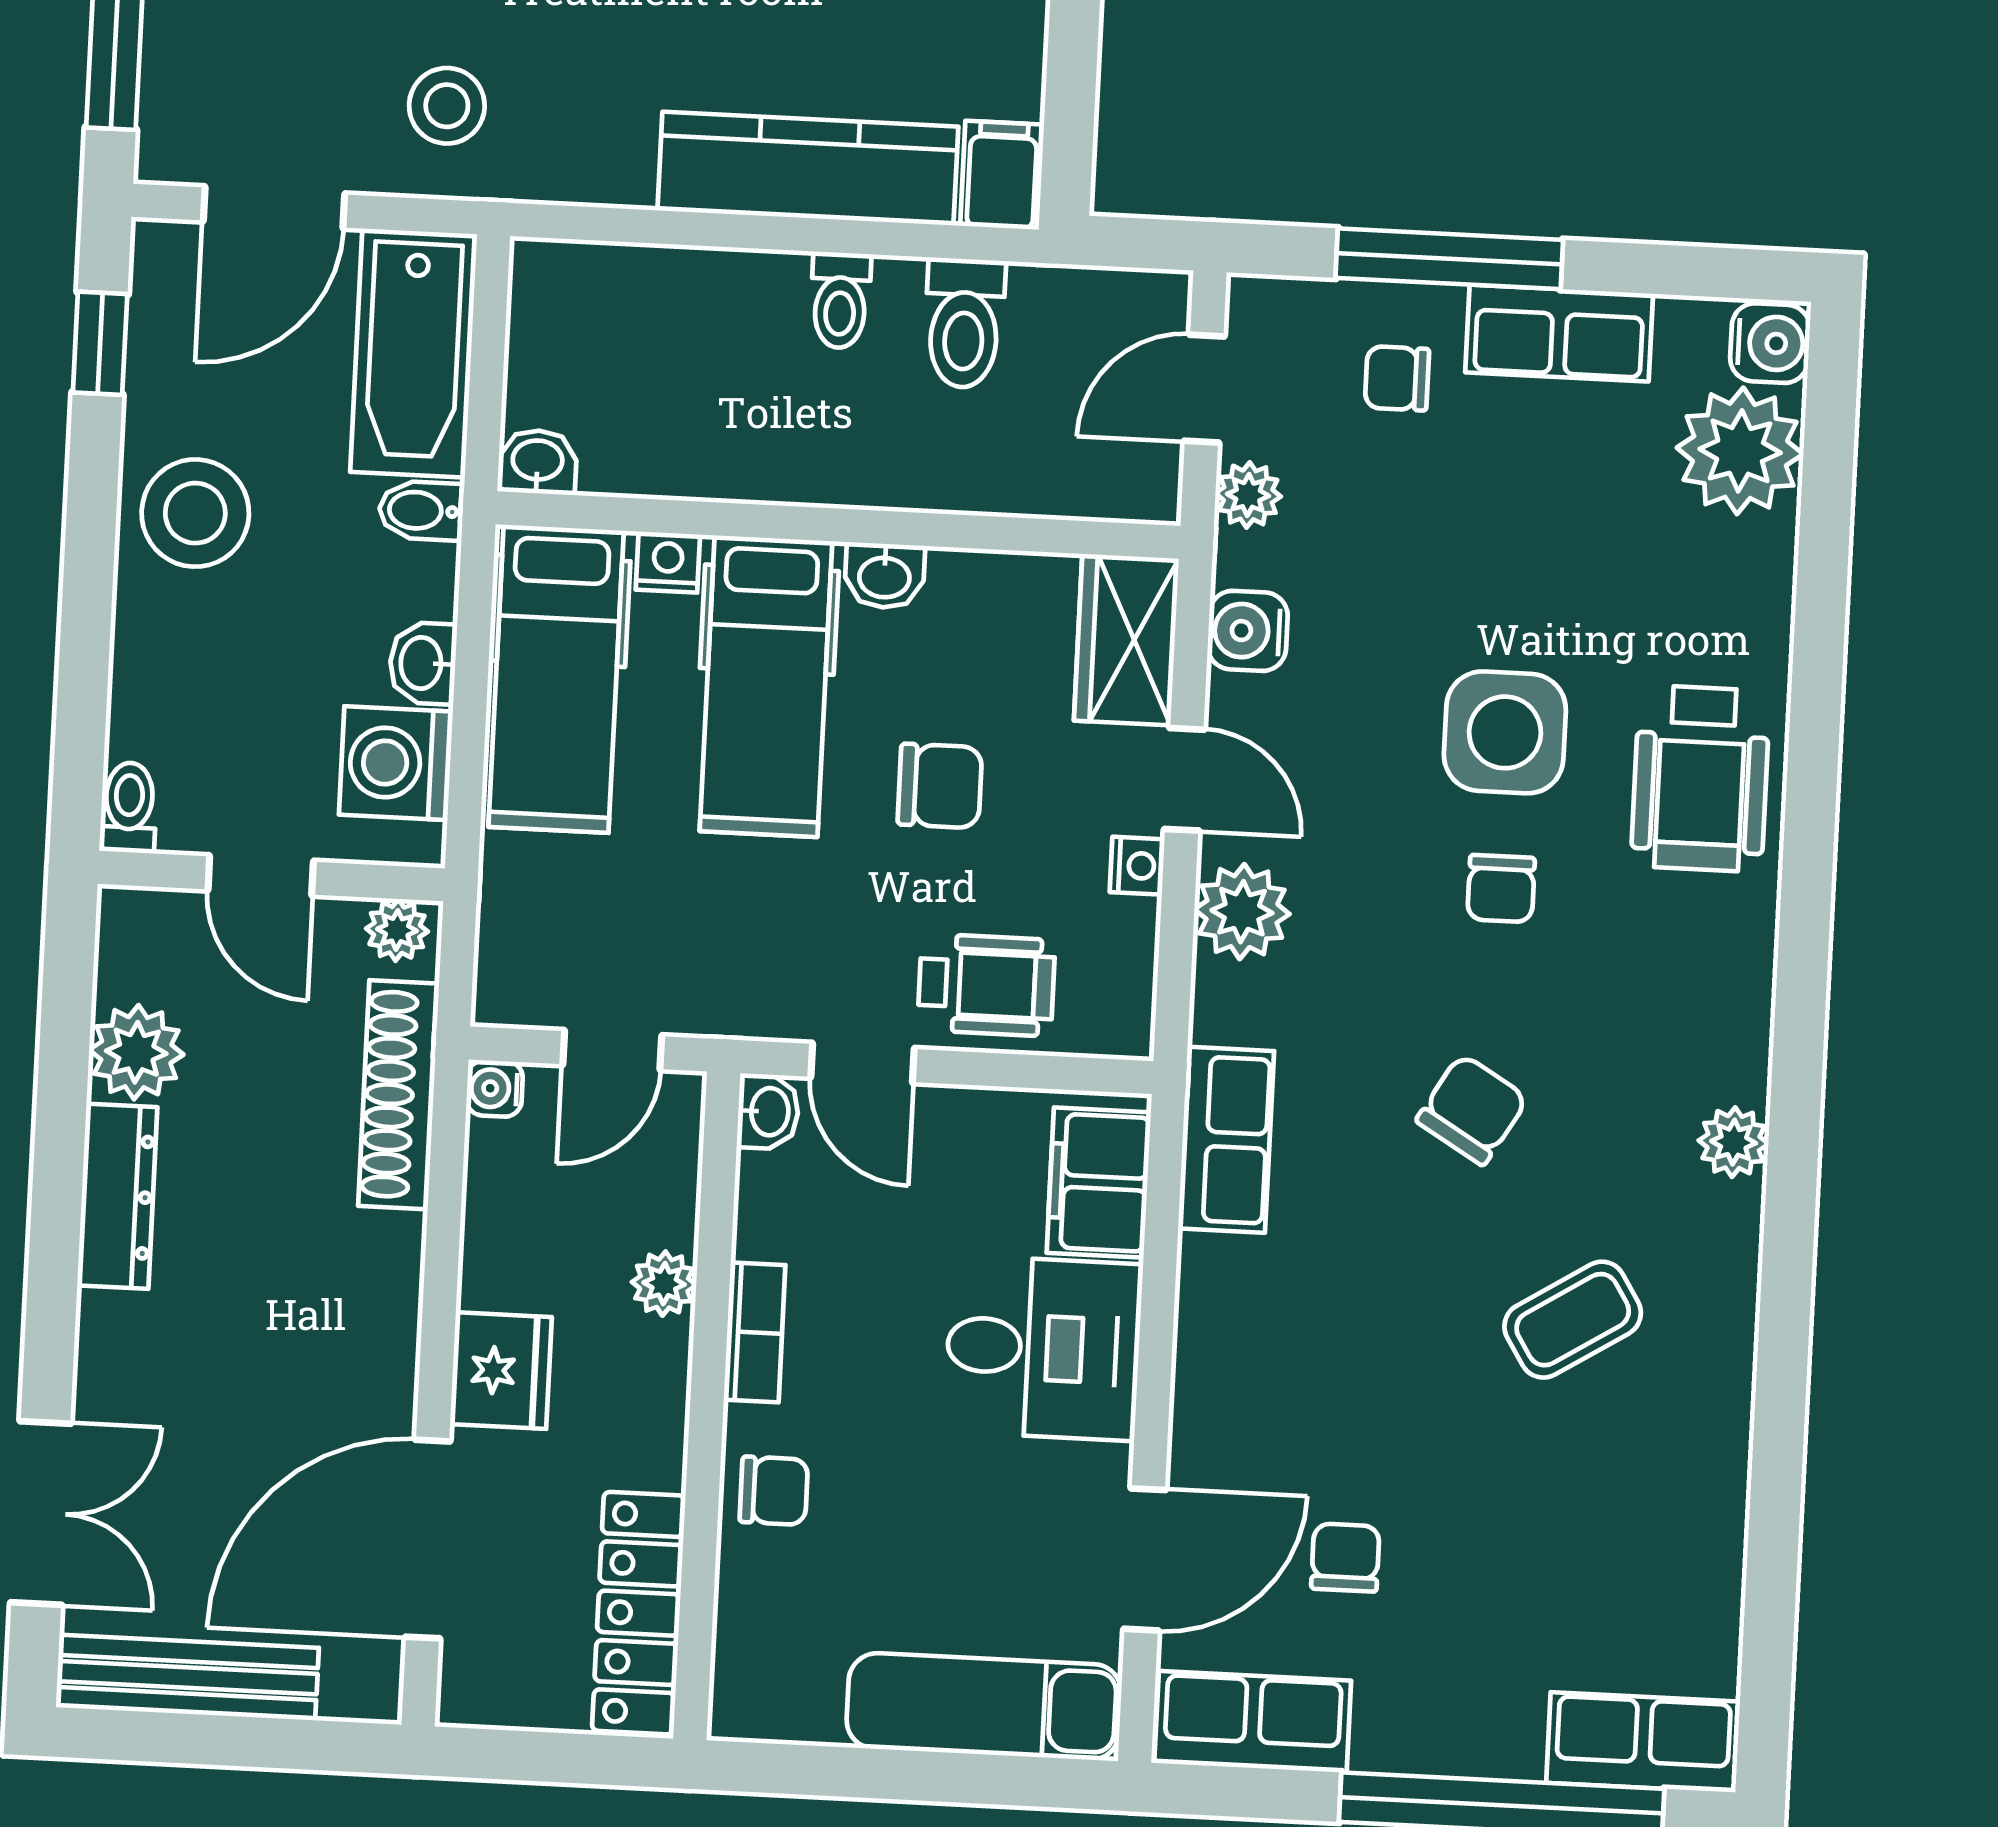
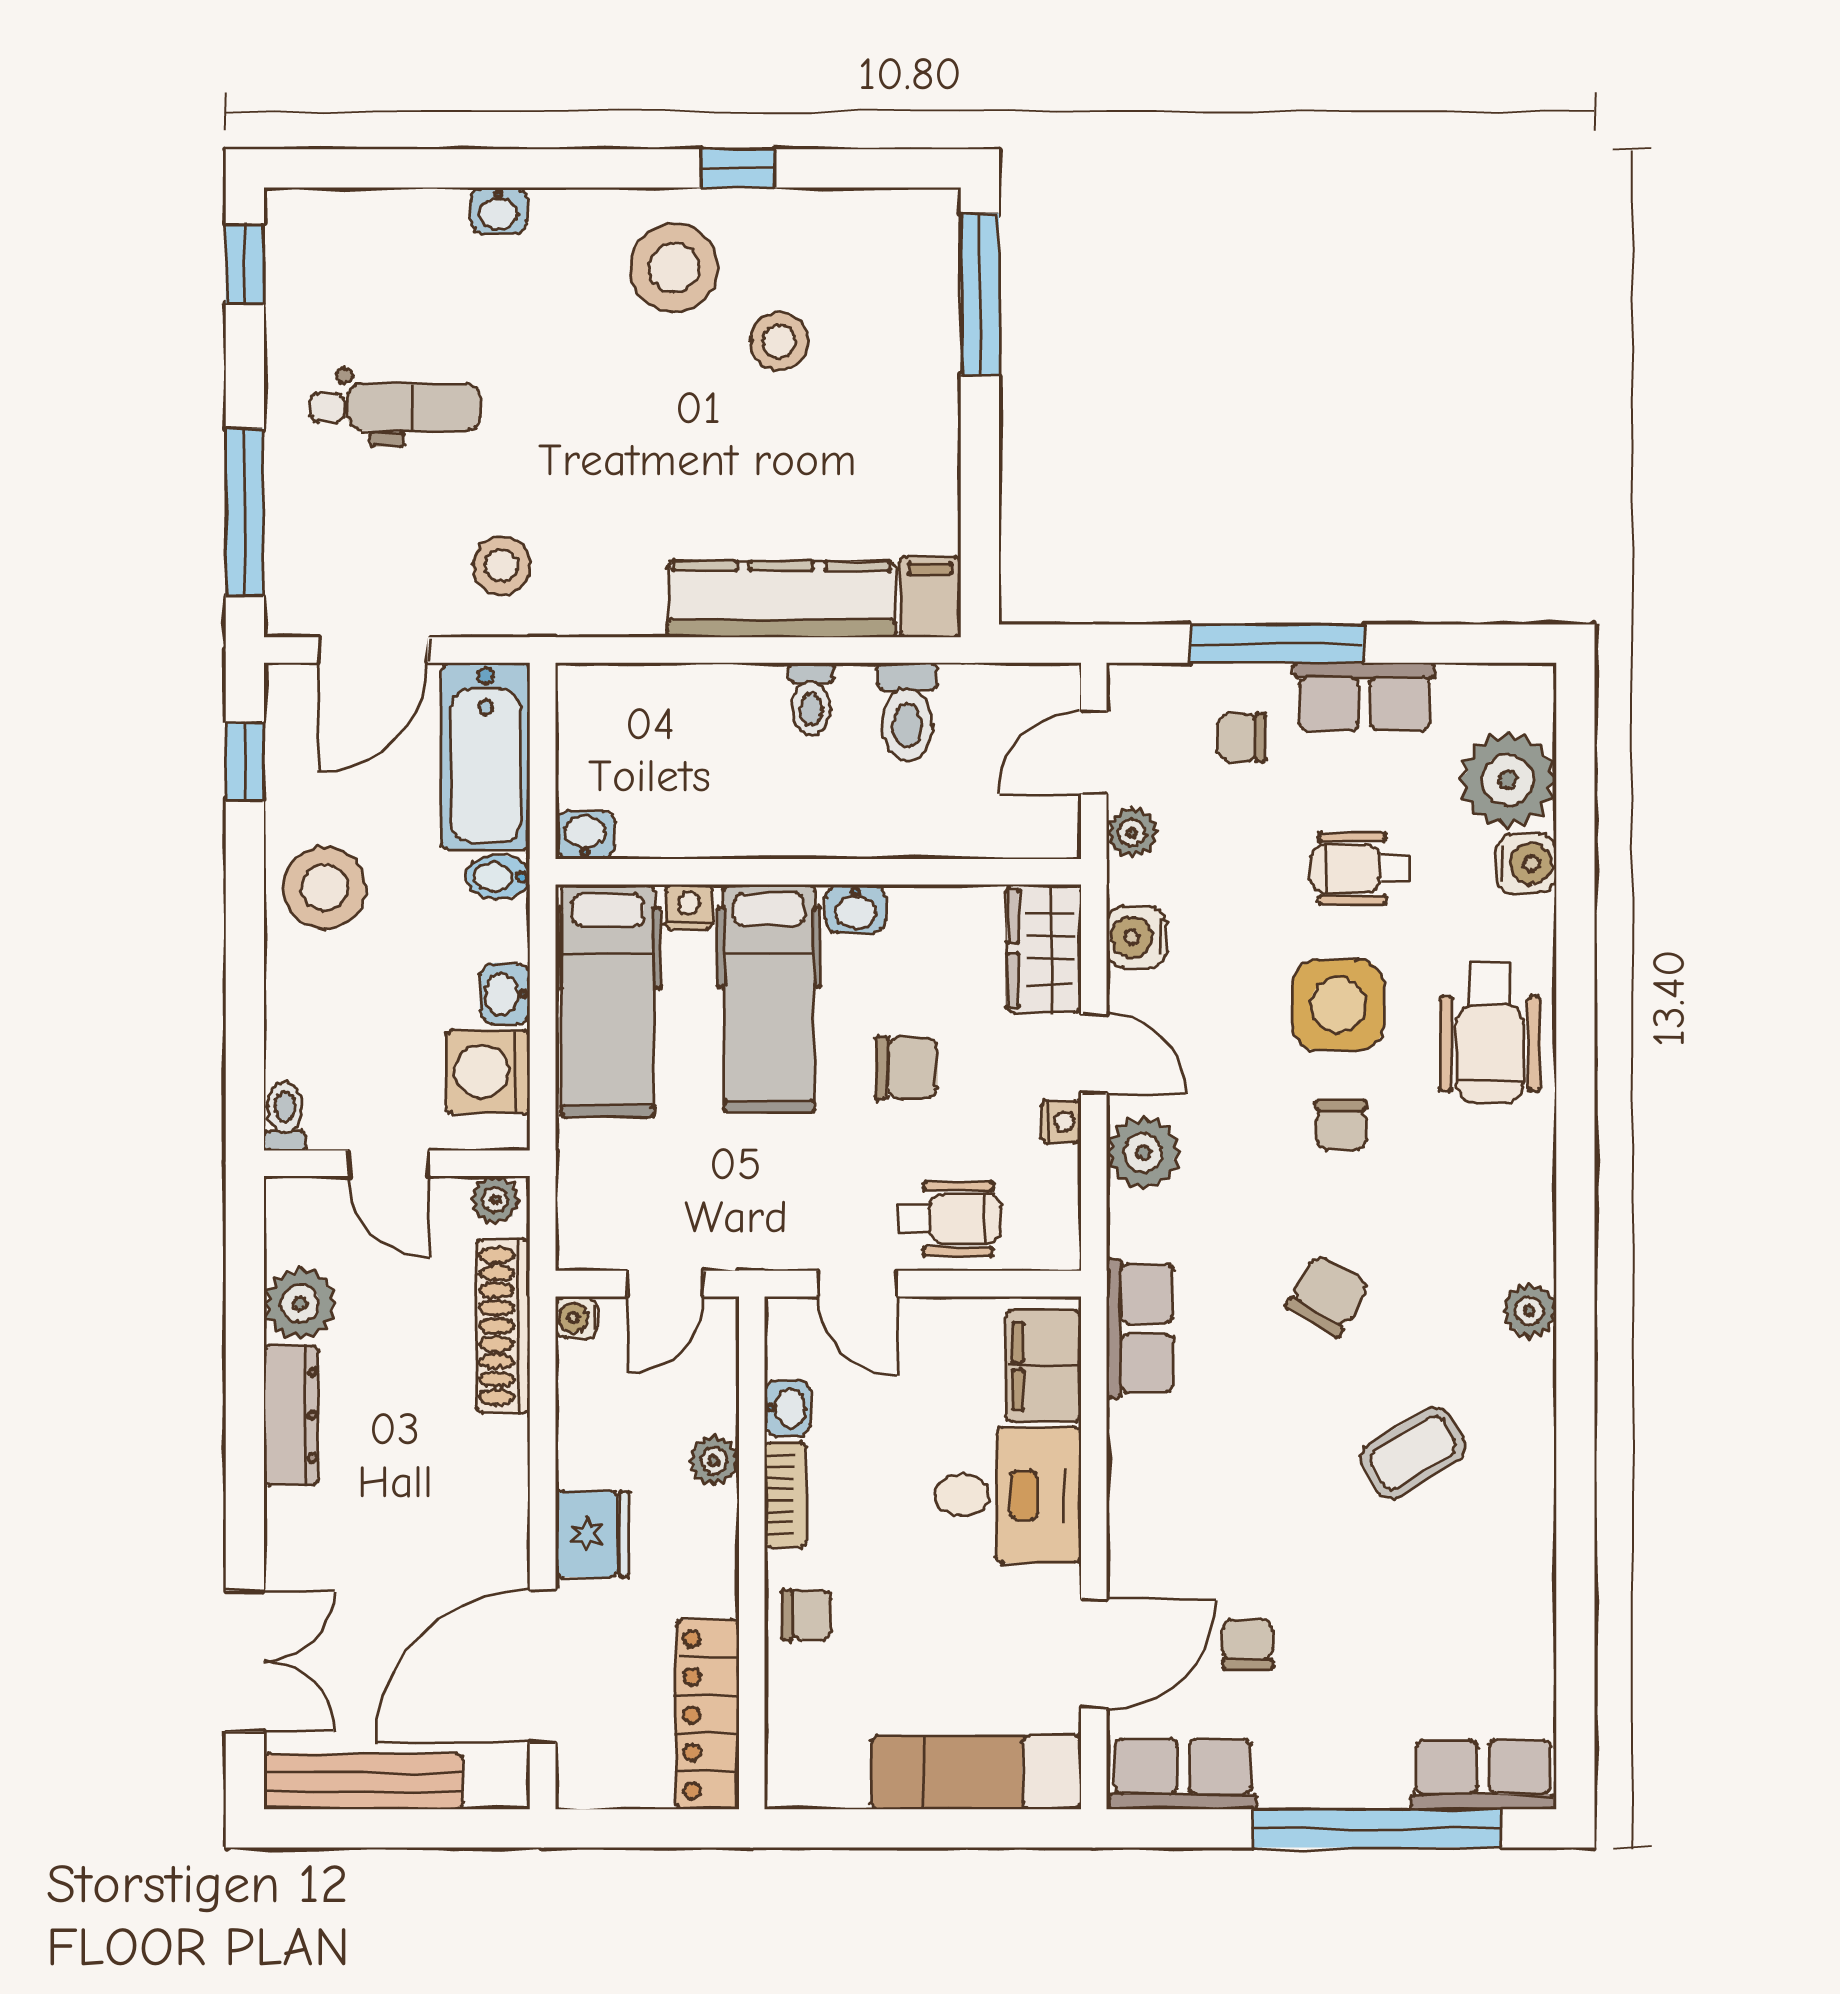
water cooler: (1770, 343) -> (1526, 864), moved
wheelchair: (1543, 556) -> (1360, 868), added
washbasin: (768, 1112) -> (787, 1408), moved

